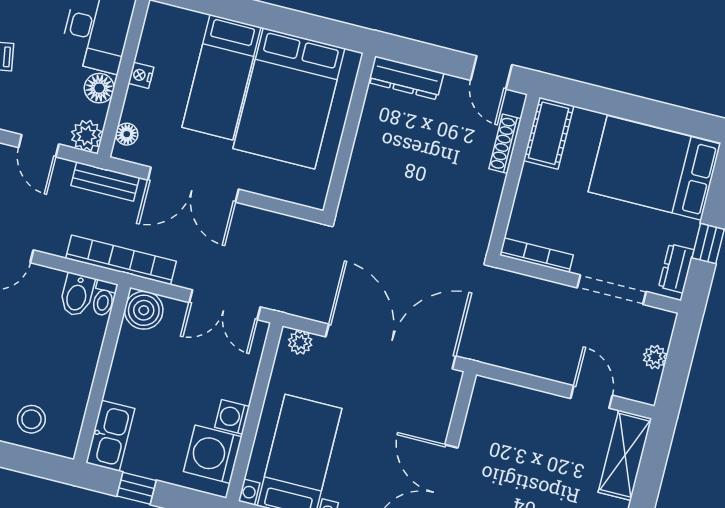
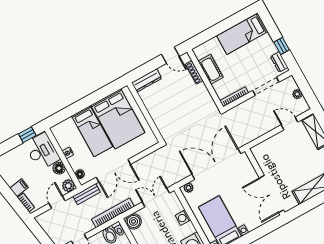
cot: (549, 133) -> (211, 69), moved
door: (39, 146) -> (57, 202), swing flipped
bed: (654, 168) -> (242, 34), width x0.67
double door: (225, 305) -> (156, 197), swing flipped
washing machine: (232, 417) -> (183, 218), moved

